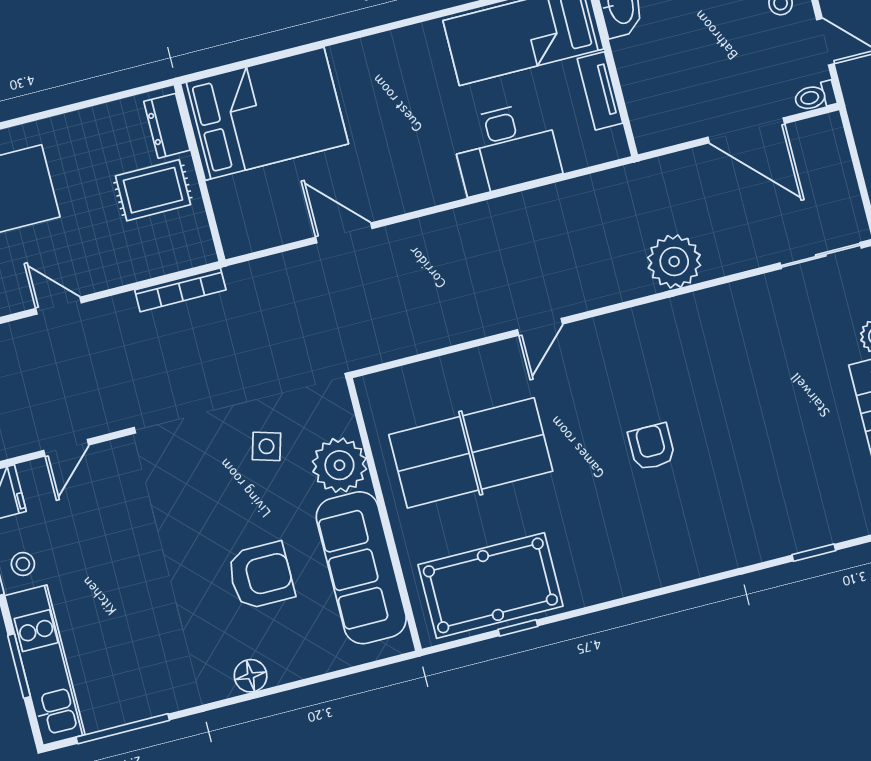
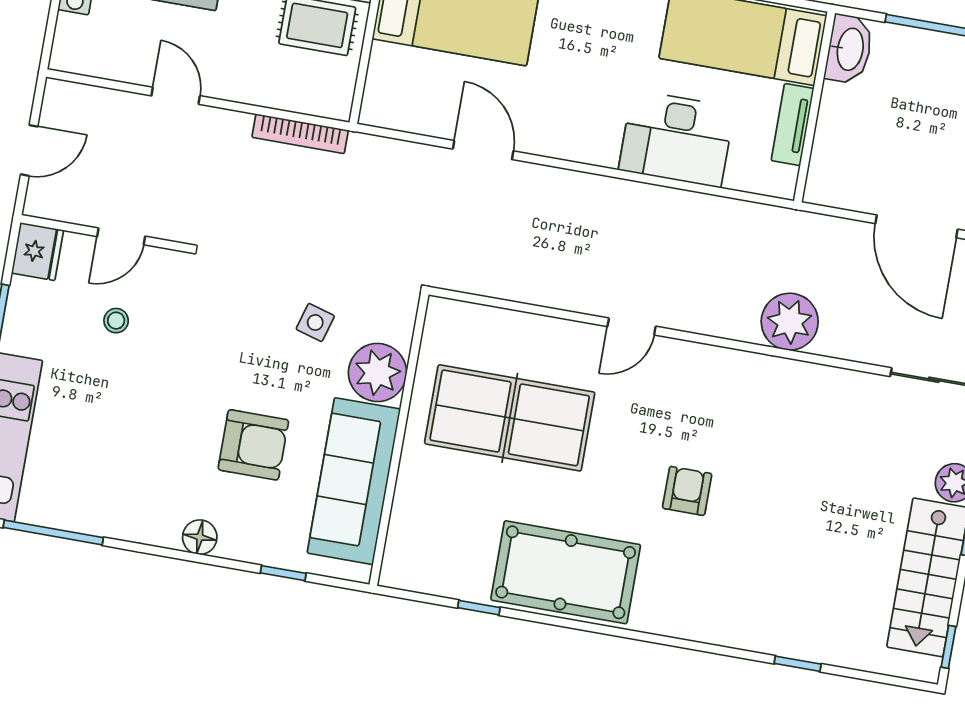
stool: (23, 564) -> (116, 321), moved
pool table: (490, 585) -> (566, 572), moved
window: (336, 674) -> (283, 573), added

